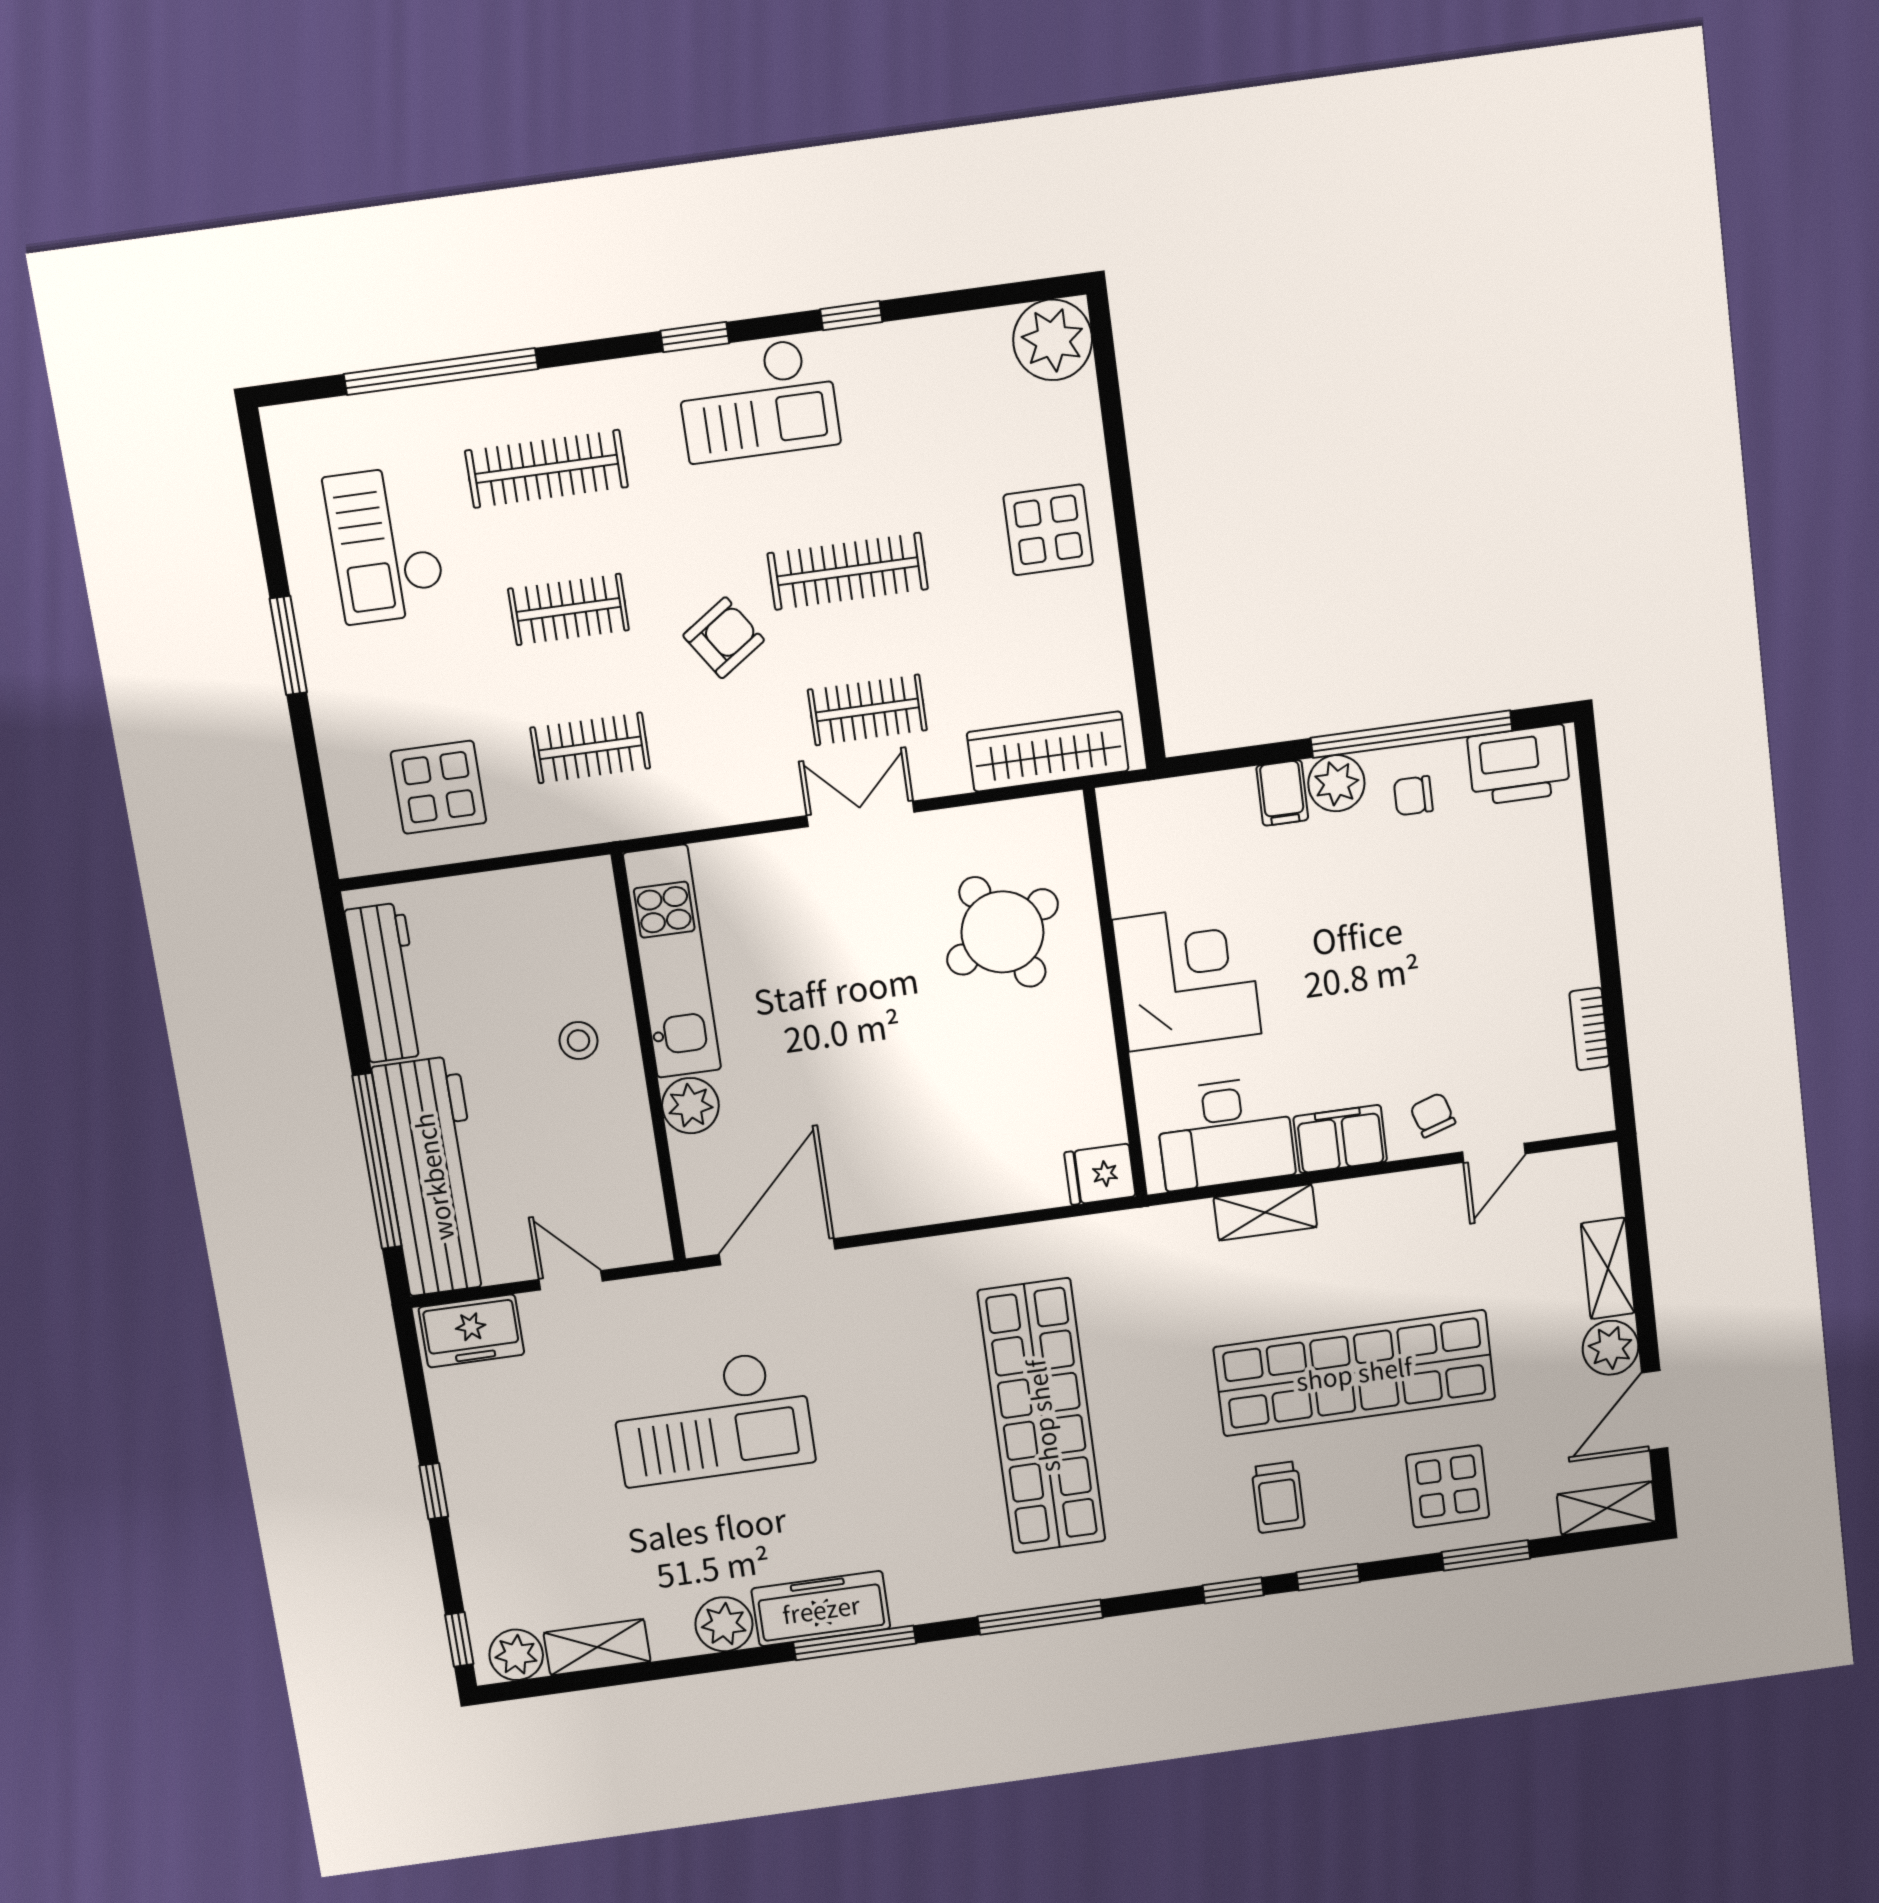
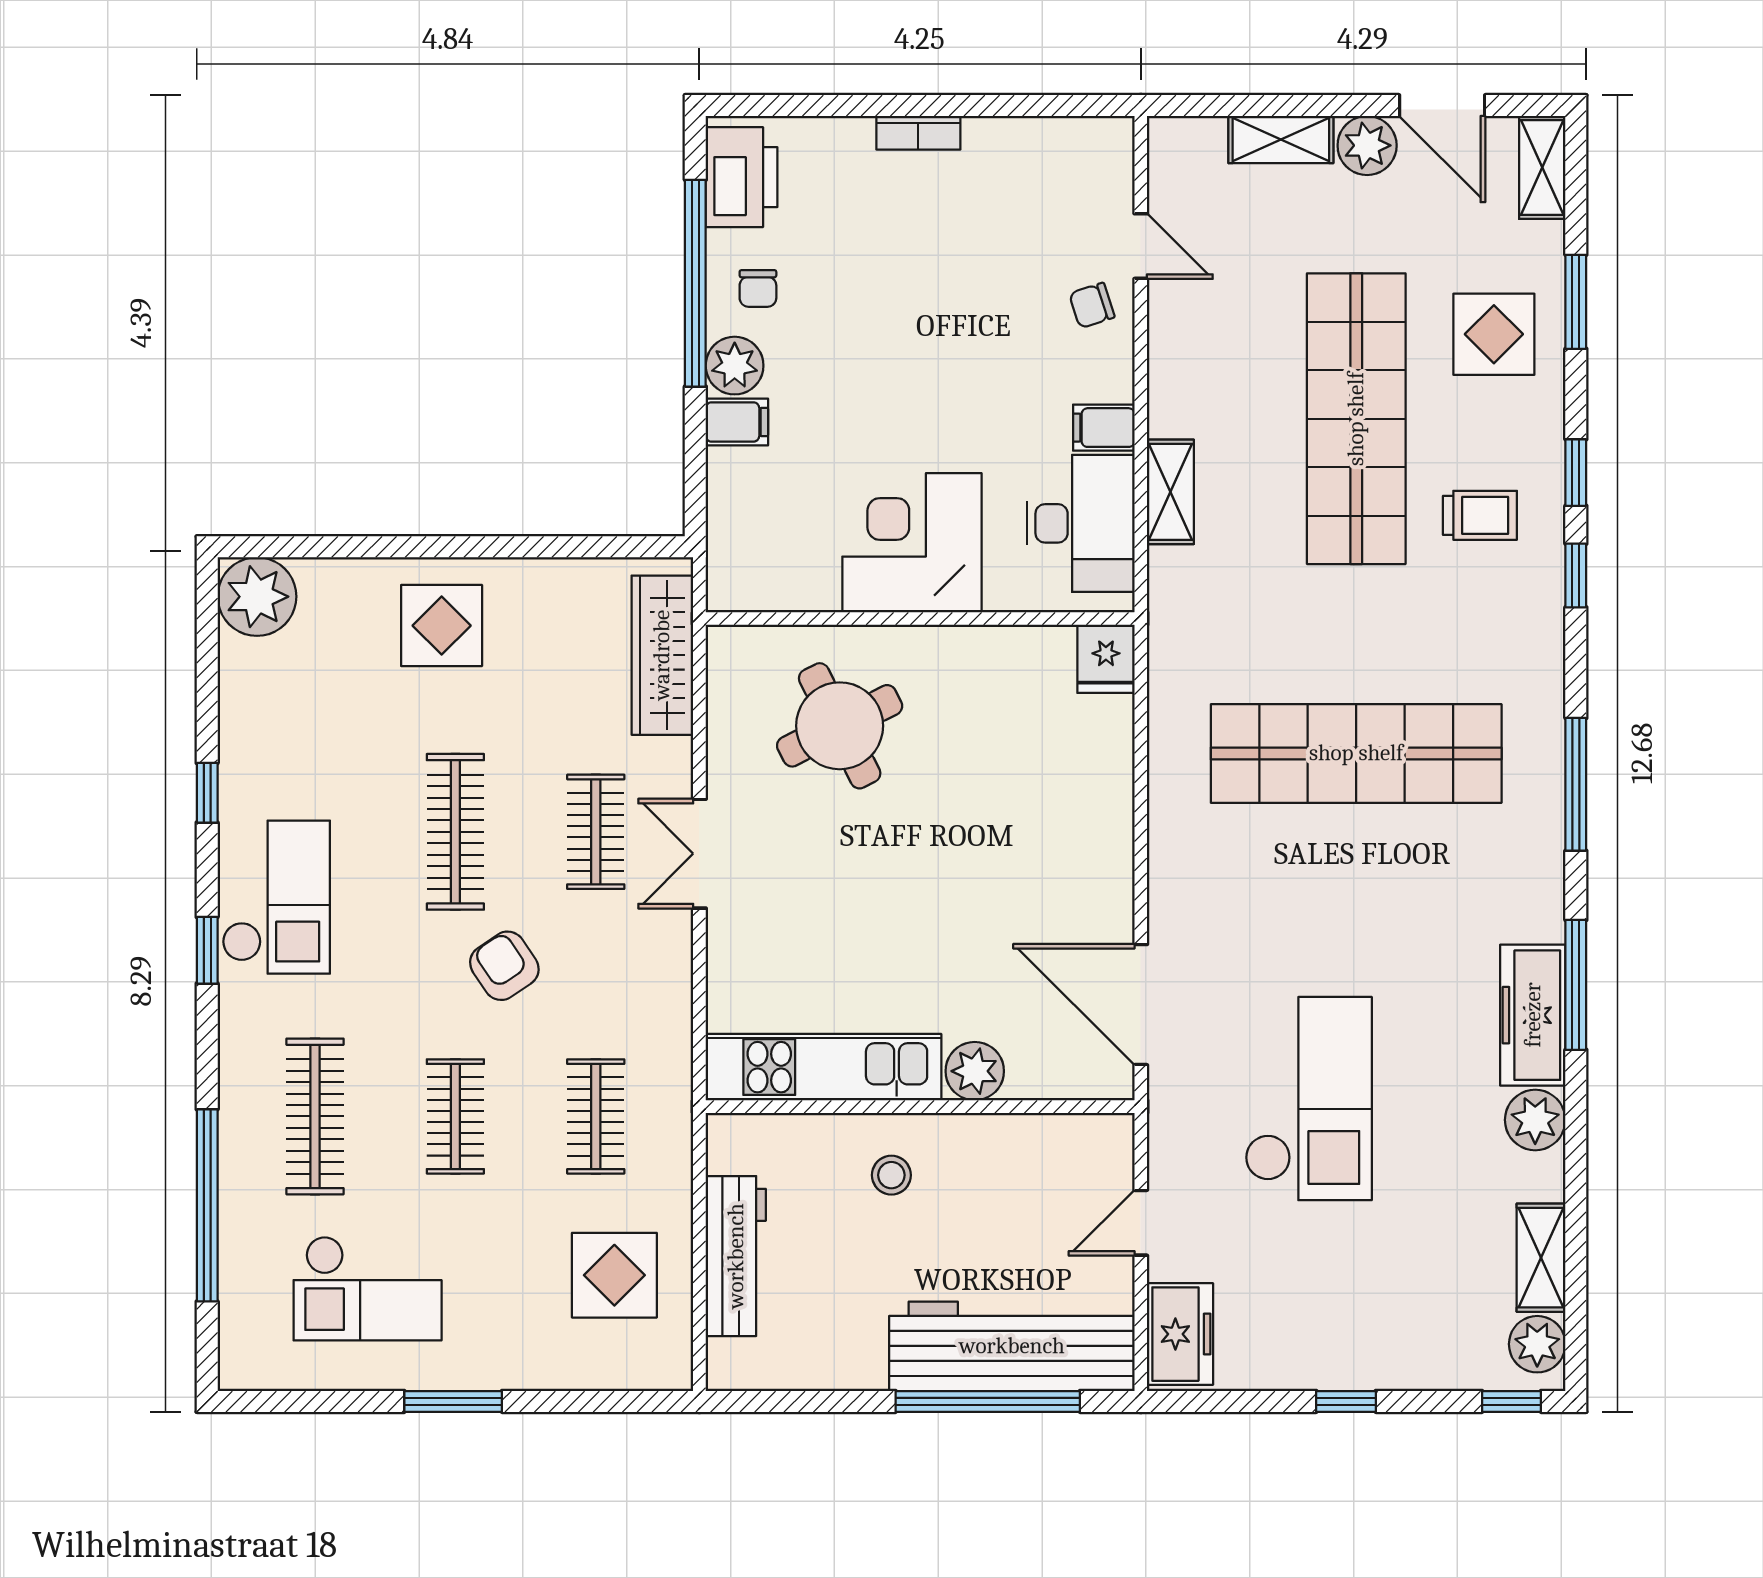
workbench: (386, 983) -> (736, 1256), moved, turned 90
bookcase: (1589, 1029) -> (918, 133), moved
filing cabinet: (1340, 1139) -> (1104, 428), width x0.50

